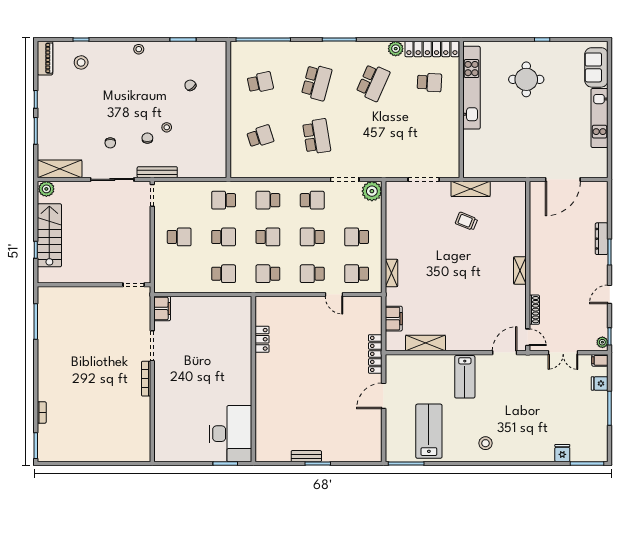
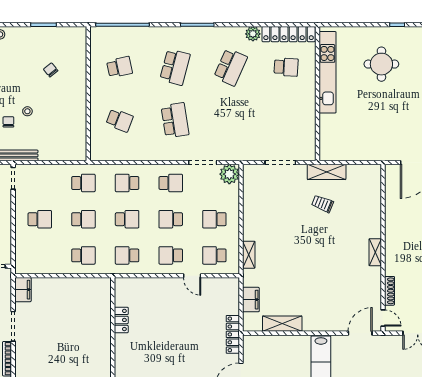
school desk: (260, 136) -> (120, 120), turned 39
school desk: (224, 200) -> (83, 183), turned 180

